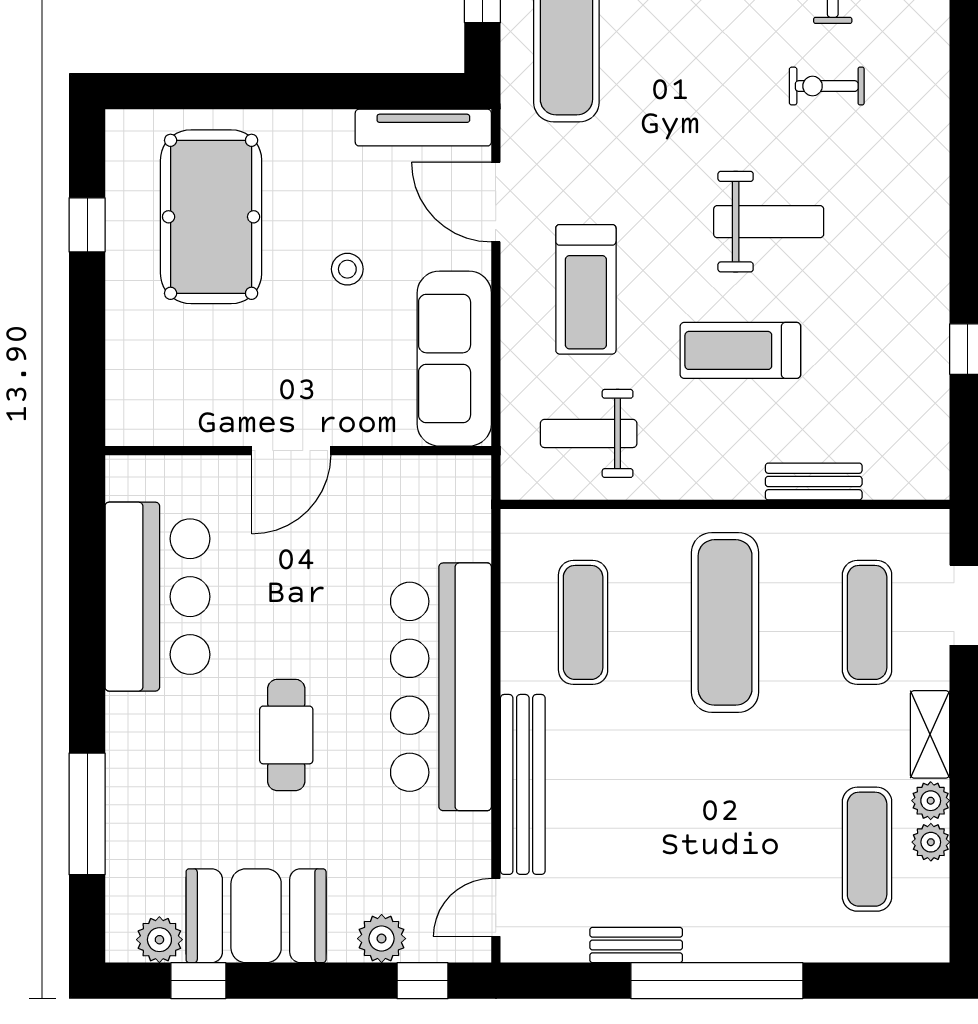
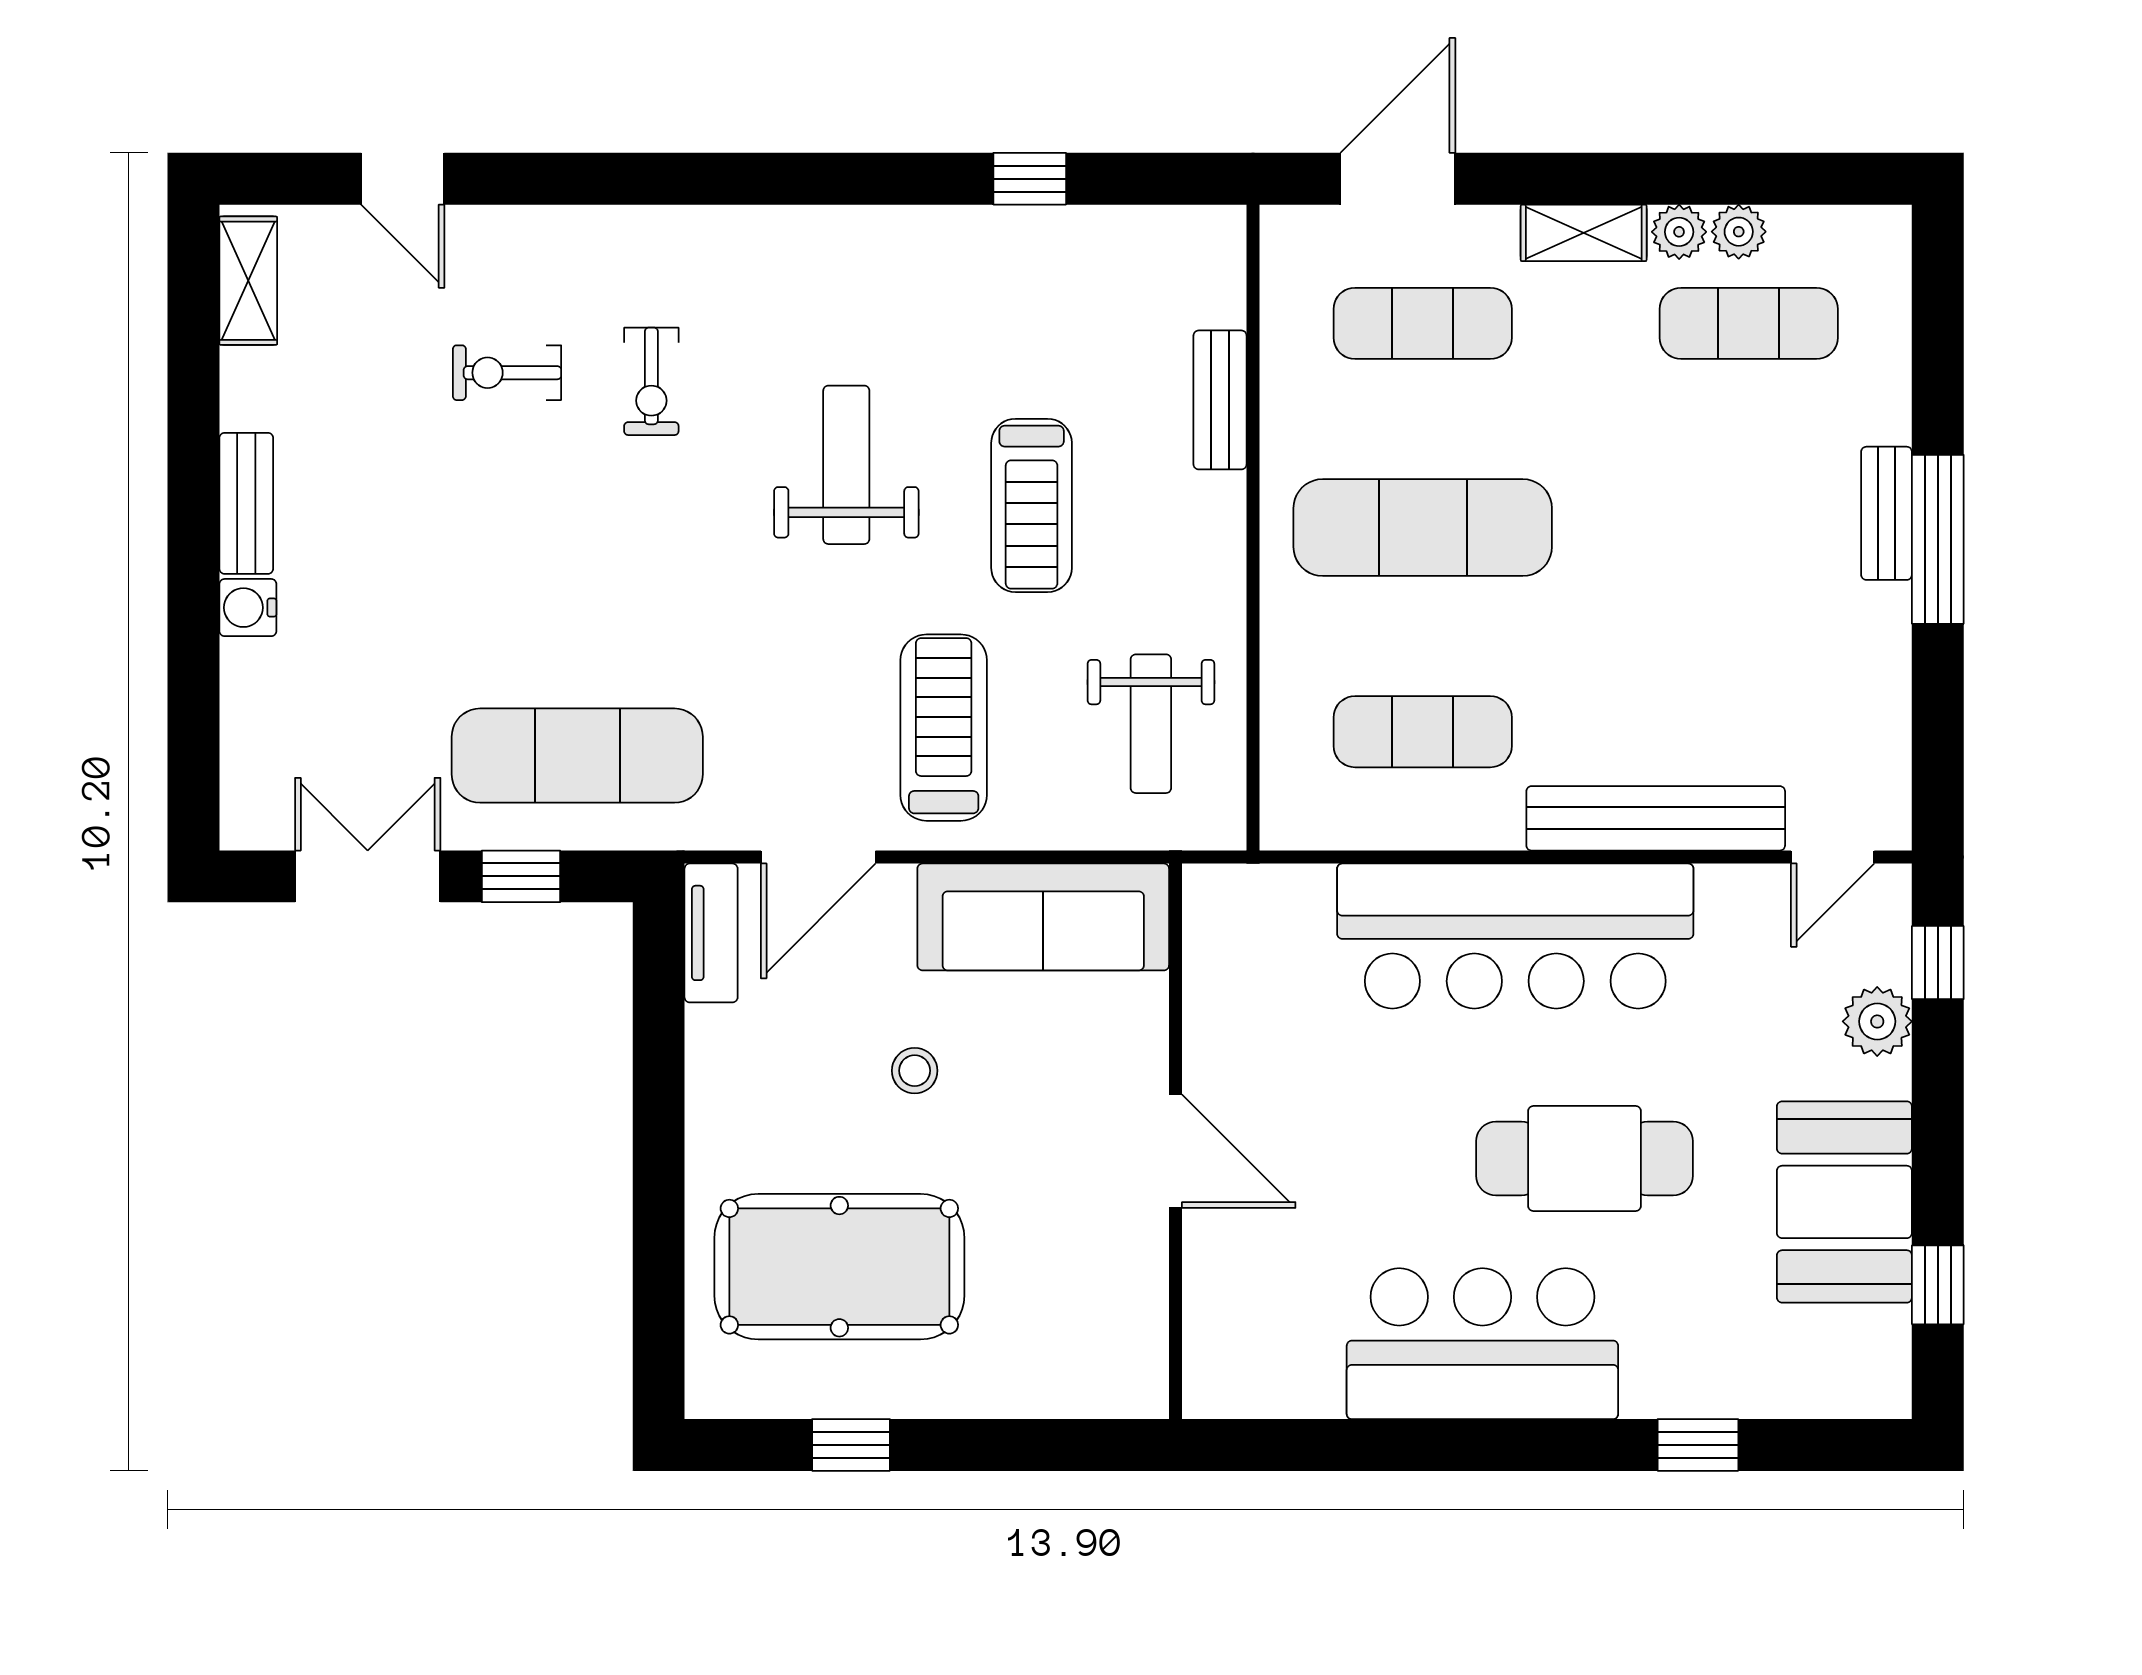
tv unit: (423, 128) -> (711, 933), width x0.71
treadmill: (586, 289) -> (944, 728), turned -90
bar counter: (157, 597) -> (1482, 1344), moved
cafe table: (286, 735) -> (1585, 1158), width x1.37, depth x1.35
window: (87, 814) -> (1698, 1445), width x0.46
door: (496, 907) -> (1833, 857), hinge flipped
plant: (159, 940) -> (1879, 1341), removed
bench: (636, 945) -> (1887, 513), moved
window: (717, 981) -> (1938, 539), width x0.68

